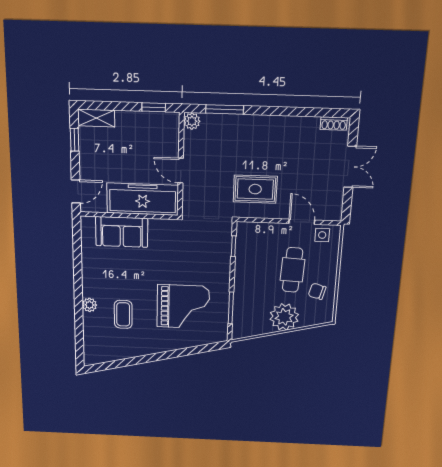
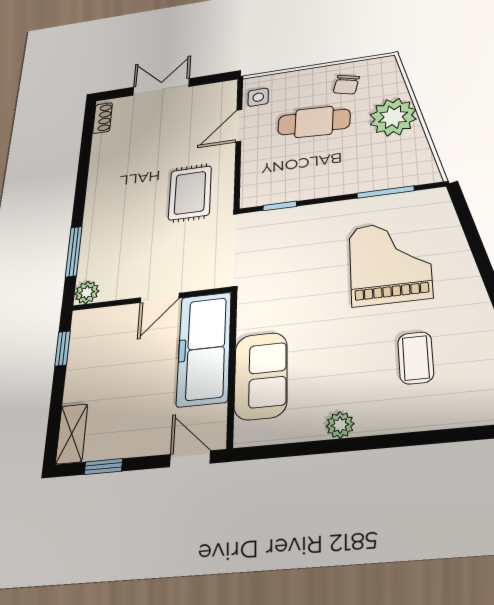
plant: (90, 305) -> (340, 425), moved
coffee table: (123, 314) -> (416, 358), turned 90

